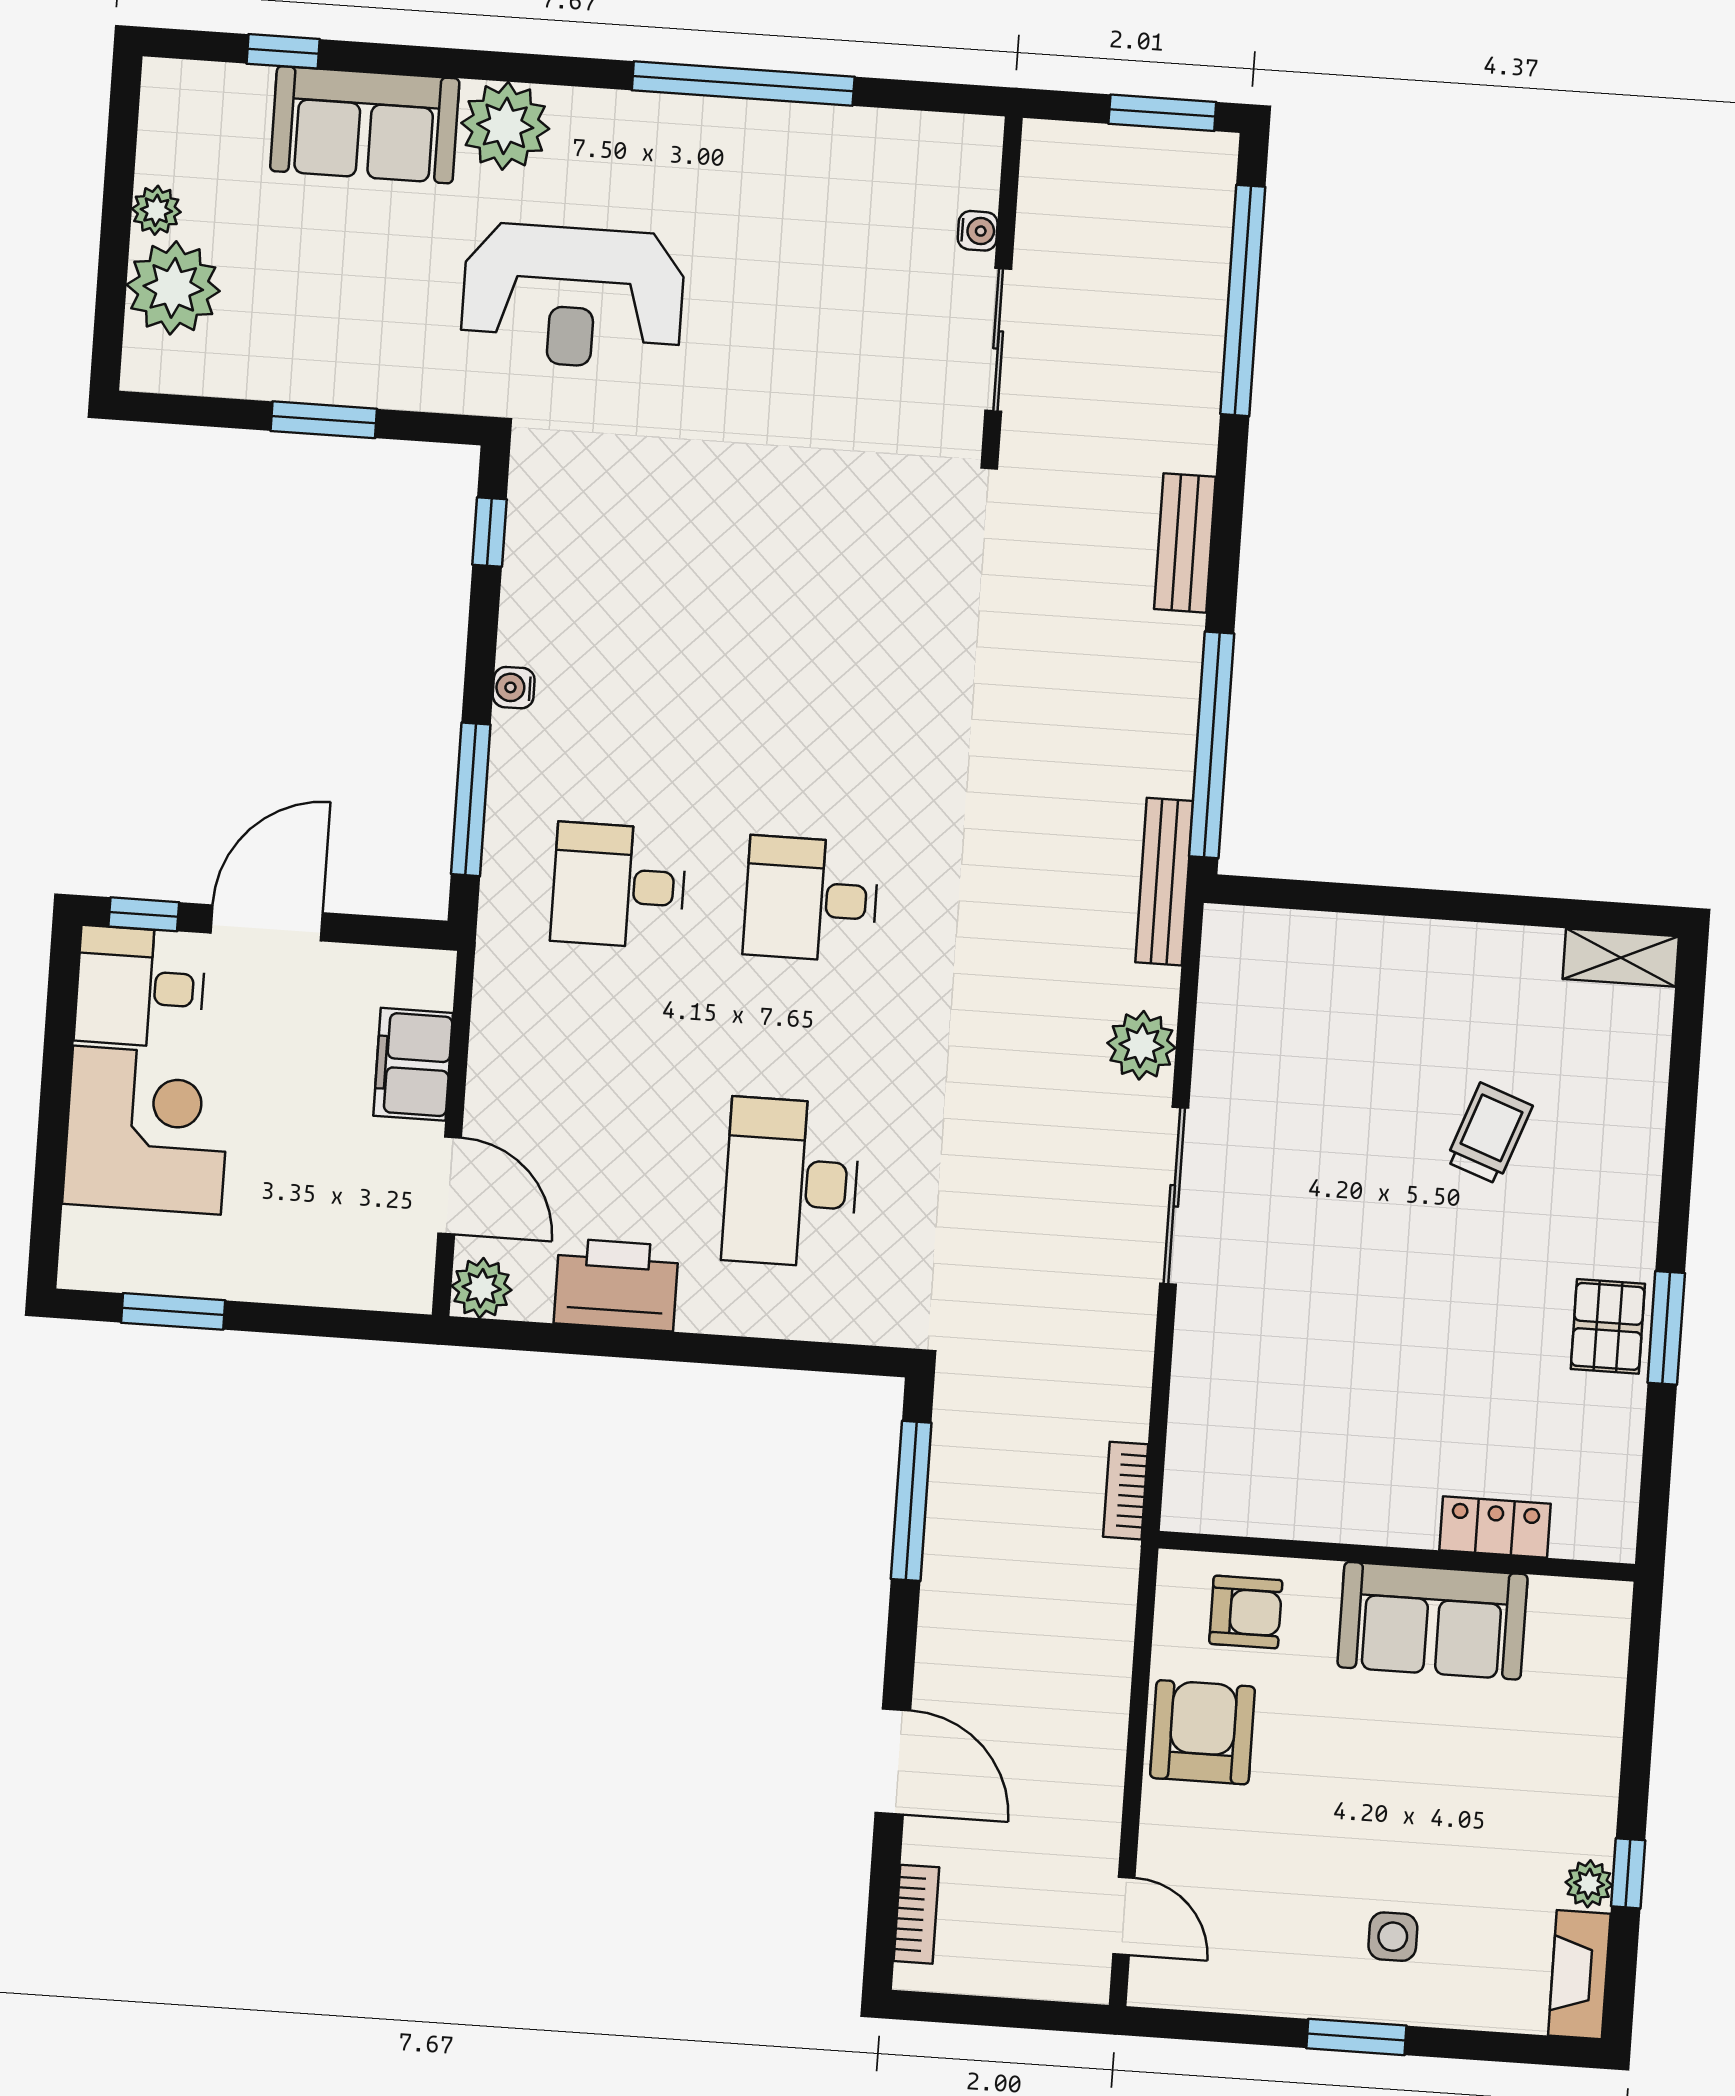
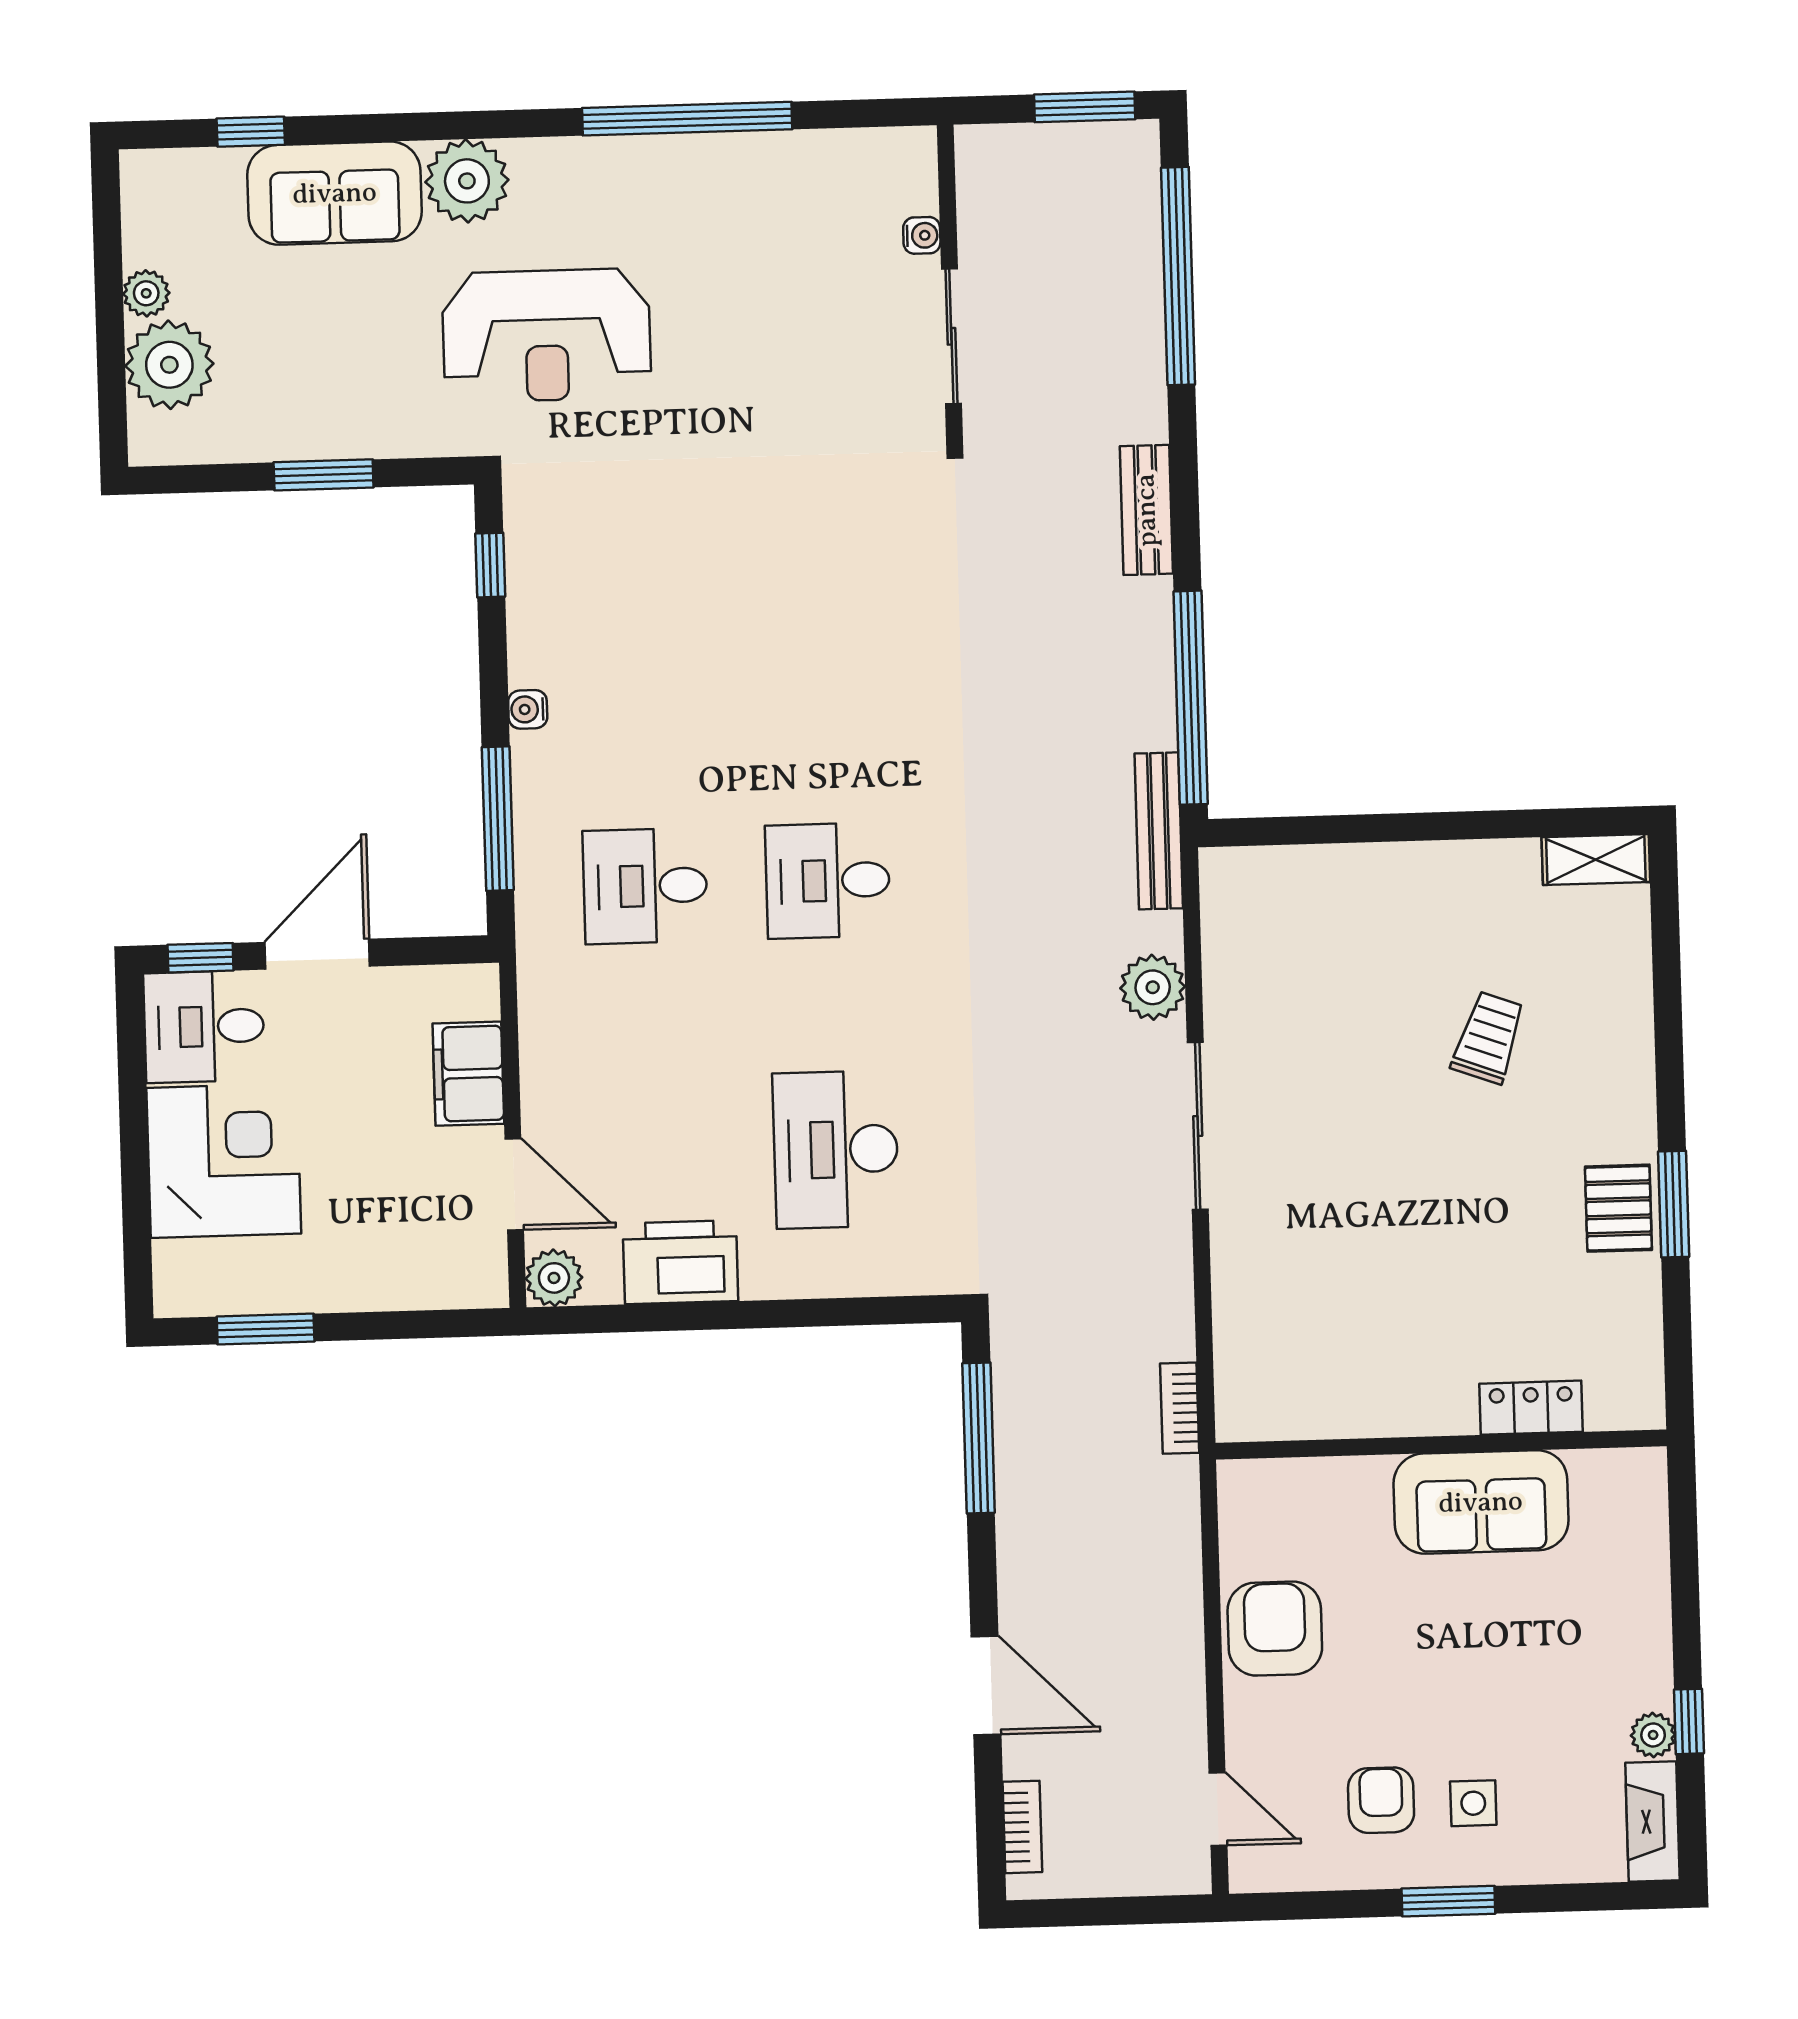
armchair: (1246, 1612) -> (1381, 1800), moved, turned -90

